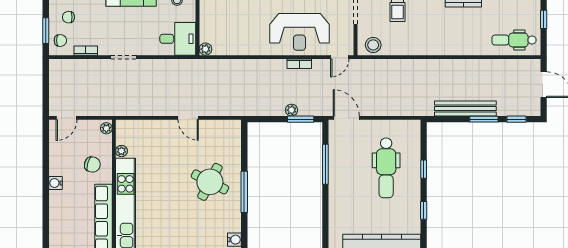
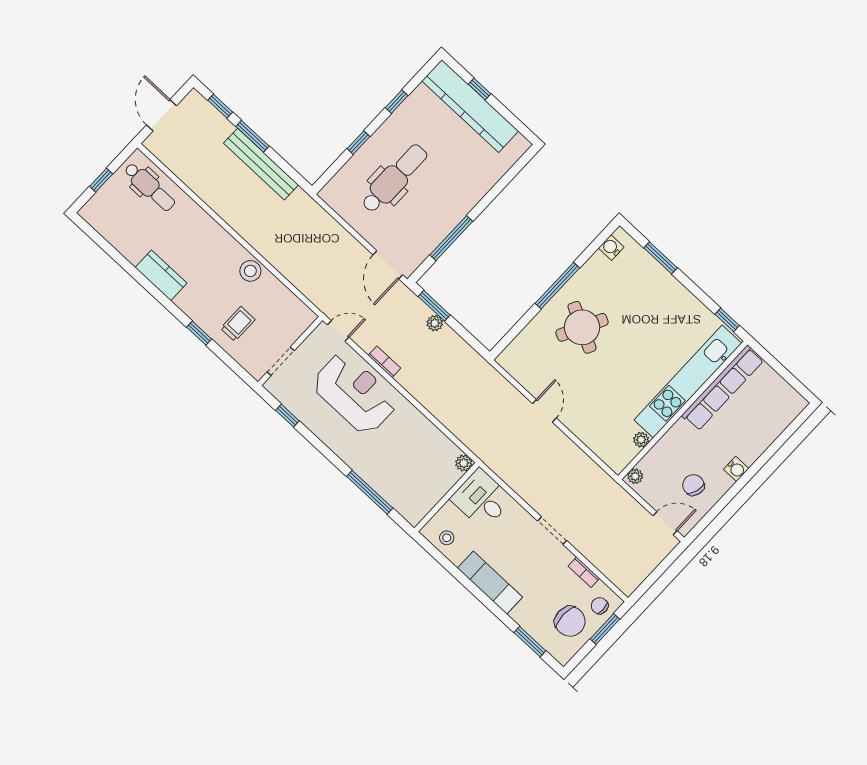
chair: (68, 17) -> (570, 621), width x1.87, depth x1.87
stool: (373, 45) -> (250, 271), moved
chair: (92, 165) -> (693, 485), moved

